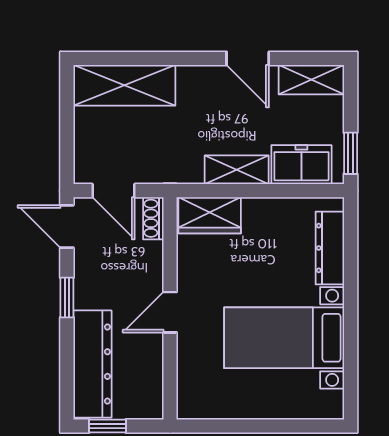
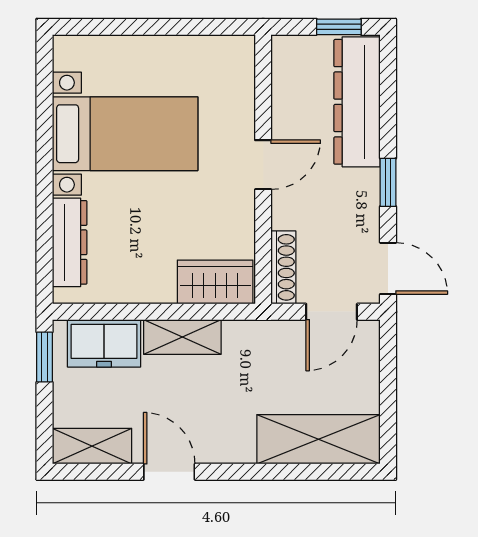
door: (114, 191) -> (332, 312), swing flipped
shoe rack: (153, 218) -> (283, 267), width x1.43

